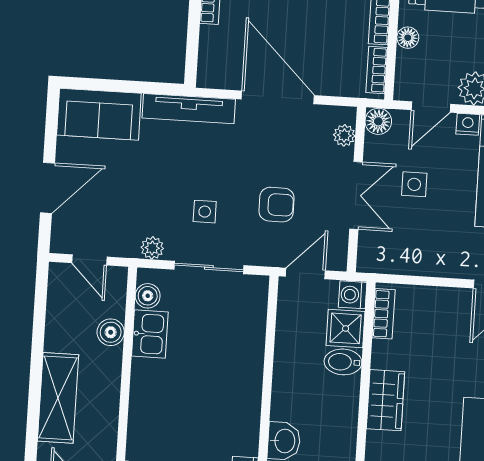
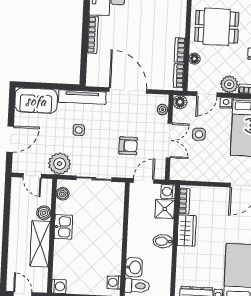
side table: (205, 212) -> (79, 130), moved
plant: (152, 248) -> (60, 164), width x1.88, depth x1.88
kitchen sink: (150, 334) -> (63, 227), moved
bidet: (343, 362) -> (163, 241), moved
shelving: (58, 398) -> (40, 244), moved
wardrobe: (386, 400) -> (187, 231), moved

